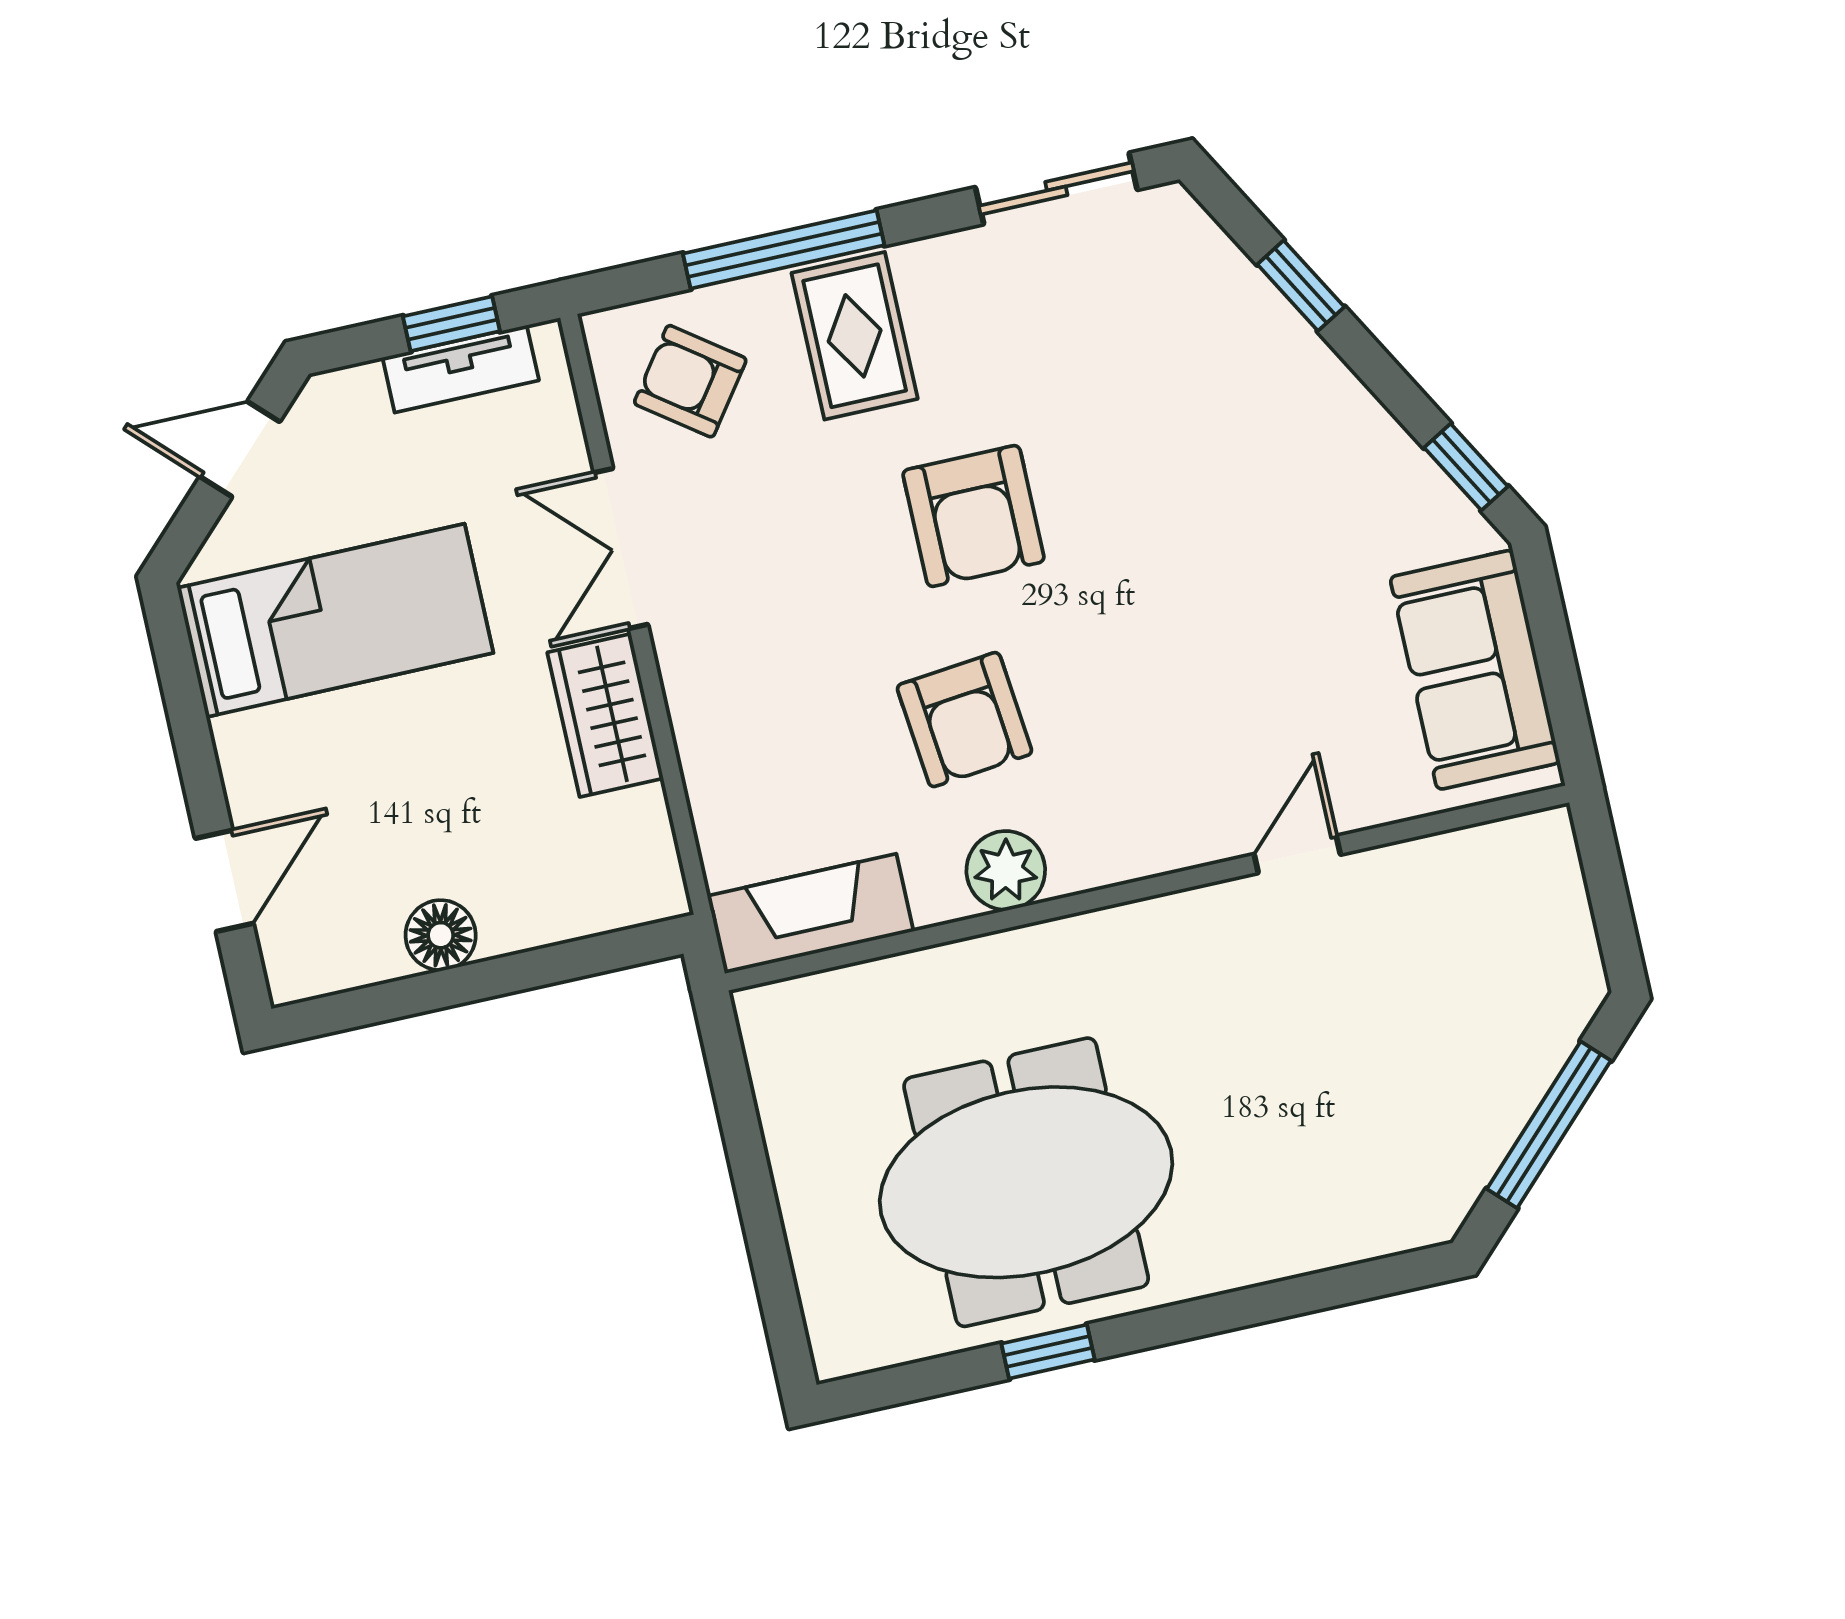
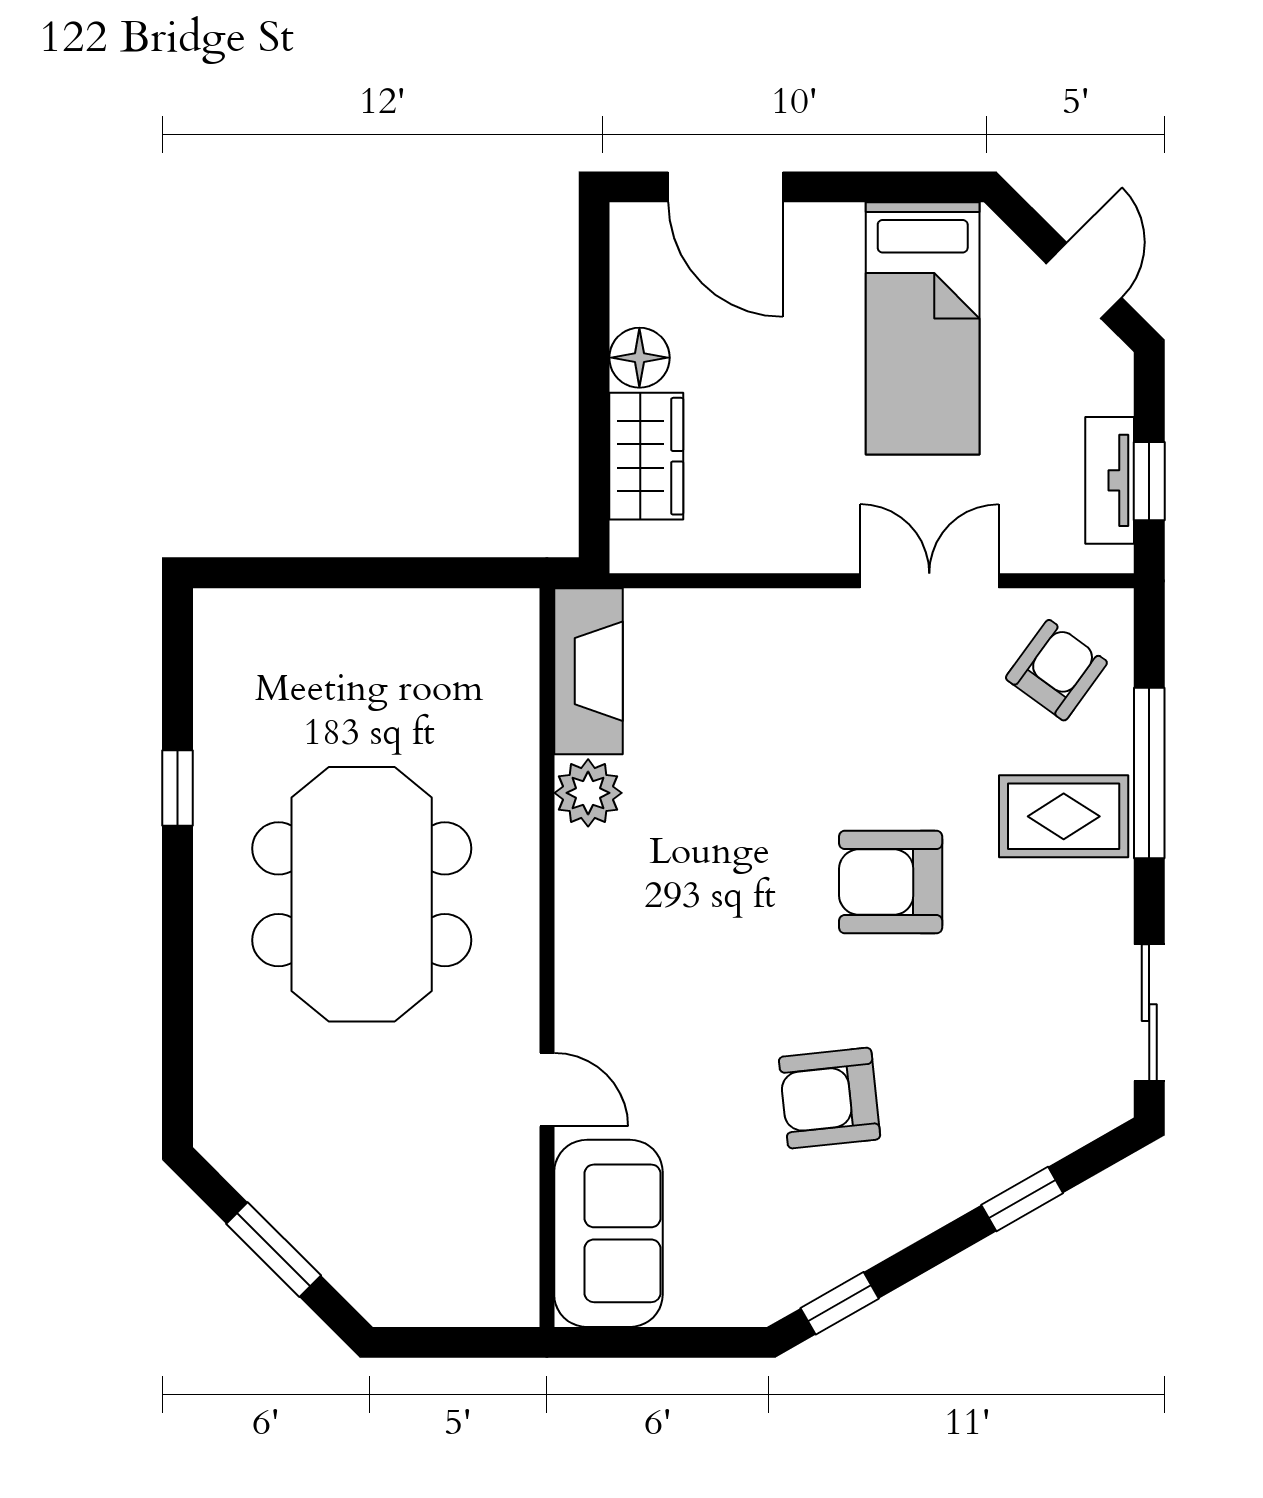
sofa: (1475, 670) -> (608, 1233), moved, turned 90
wardrobe: (605, 715) -> (646, 456), moved, turned 90
armchair: (964, 720) -> (830, 1098), moved
plant: (1006, 870) -> (588, 793), moved
door: (224, 881) -> (725, 187), width x1.38
window: (1549, 1125) -> (274, 1250), width x0.69
meeting table: (1026, 1182) -> (362, 894), moved

